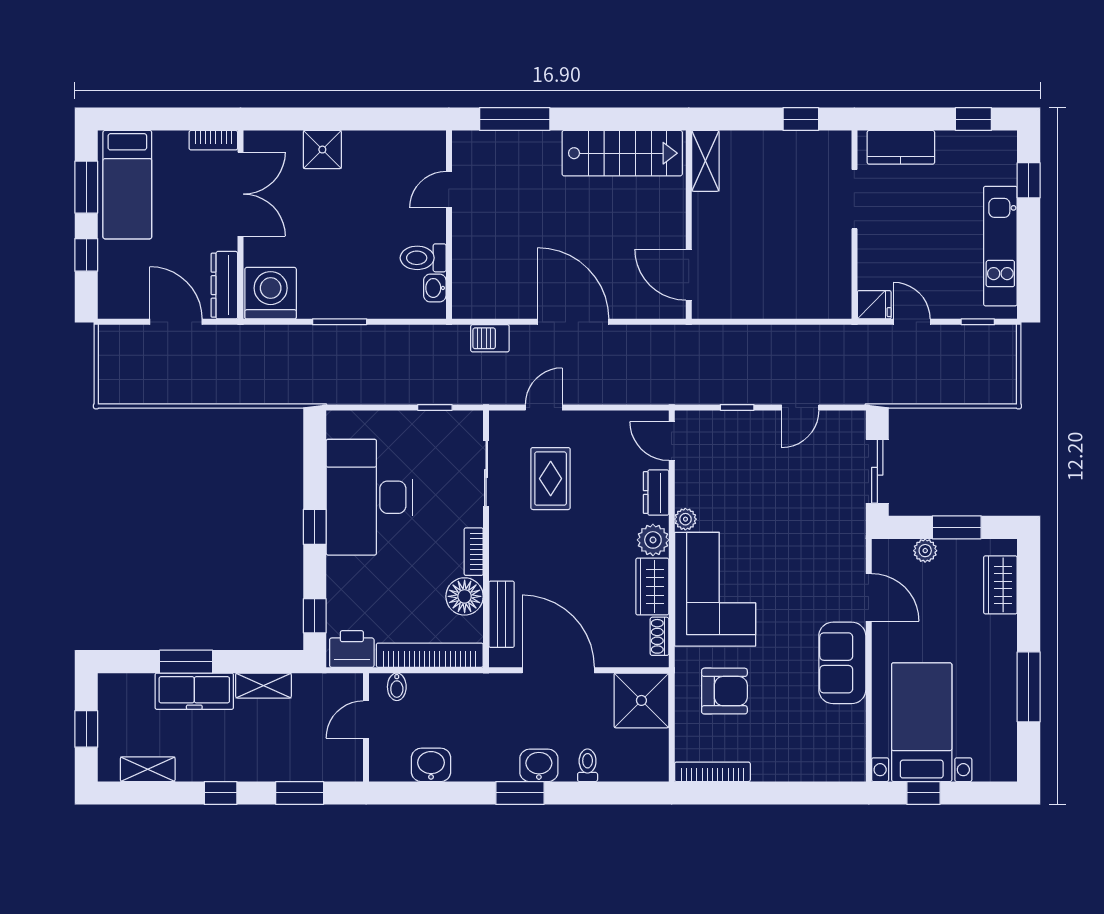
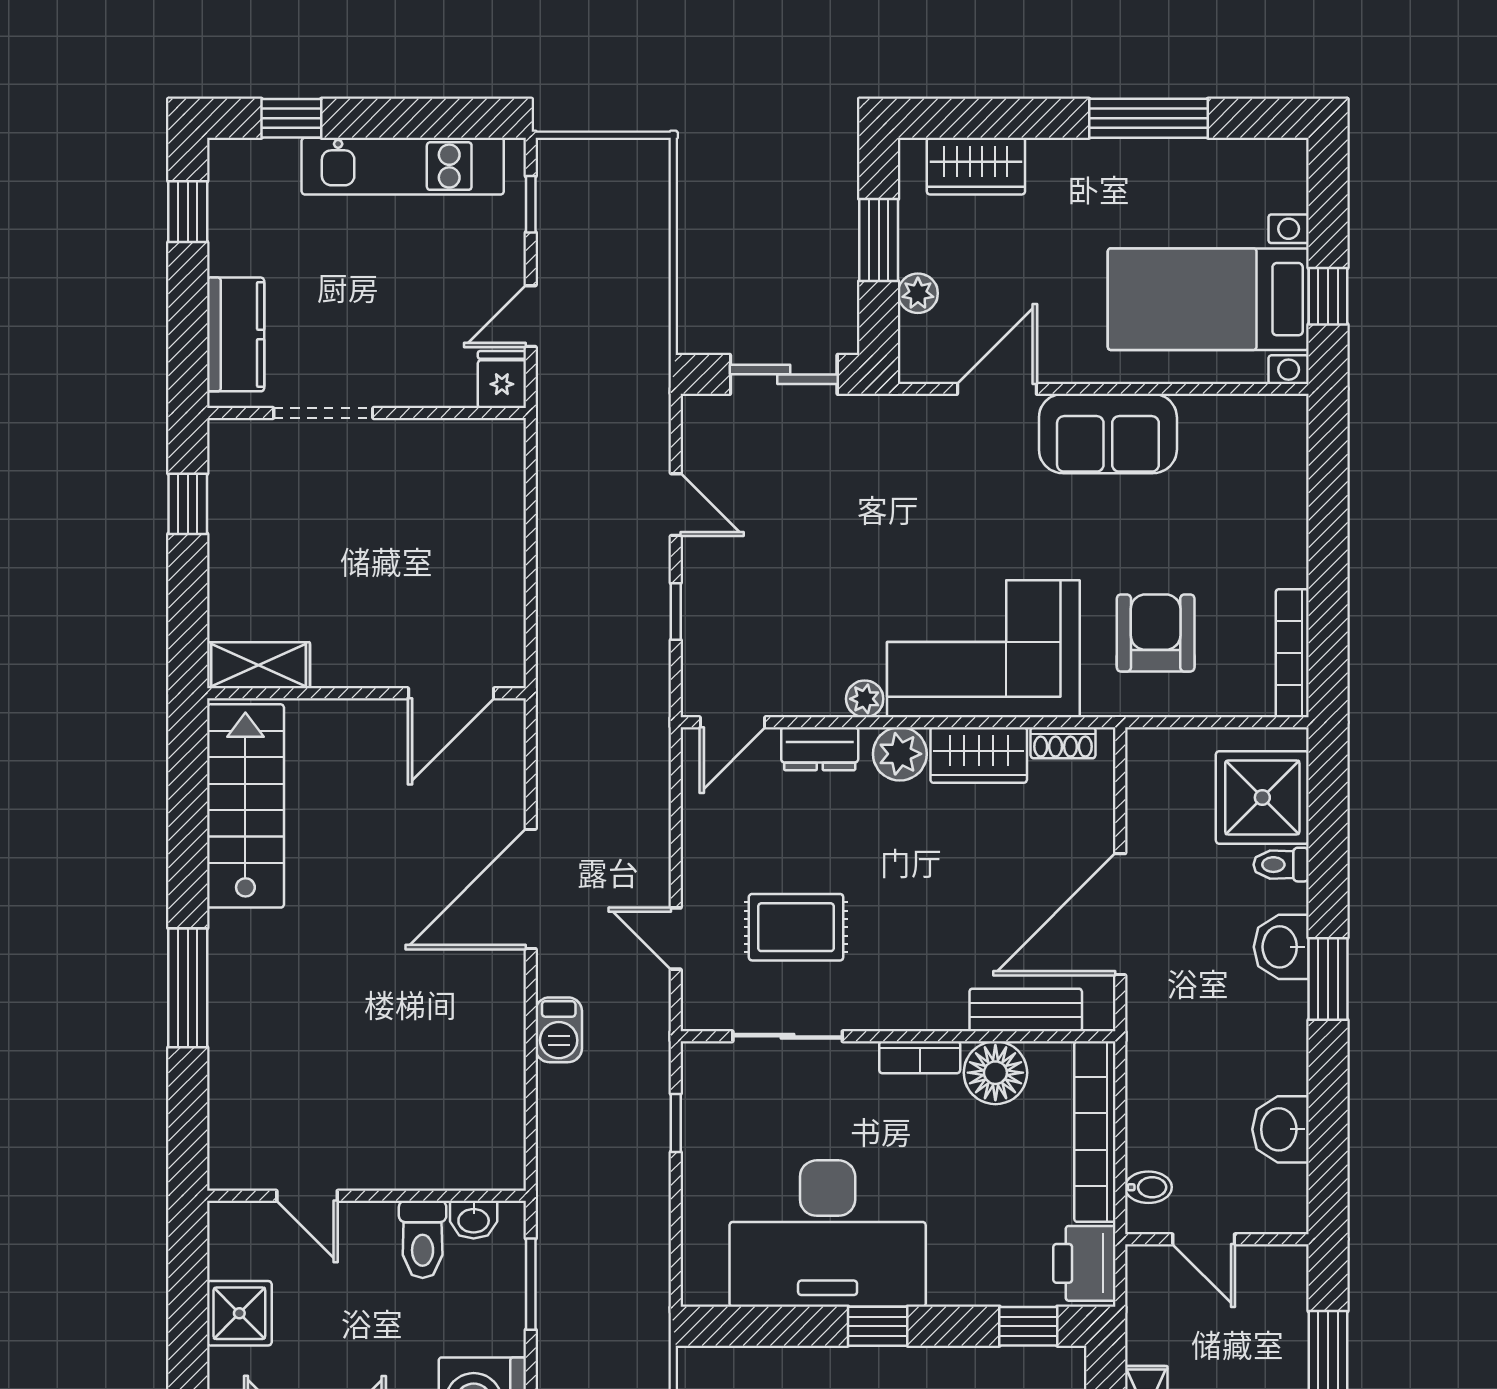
door: (449, 190) -> (307, 1196), moved
wall: (449, 225) -> (367, 1196), moved
toilet: (423, 258) -> (423, 1239), moved
washbasin: (435, 288) -> (474, 1220), moved
shower: (641, 700) -> (1262, 797), moved

